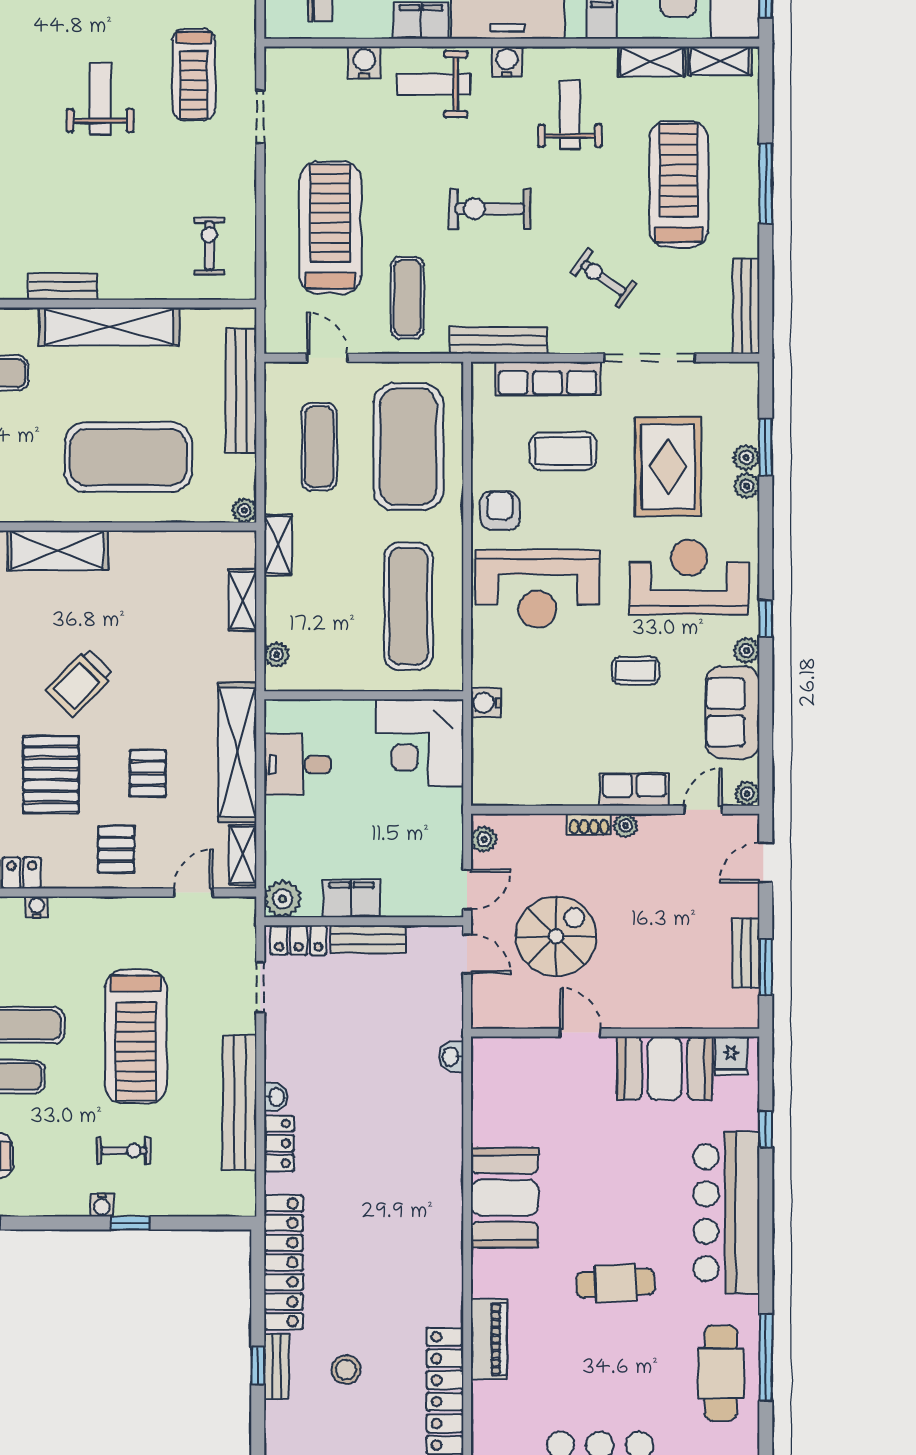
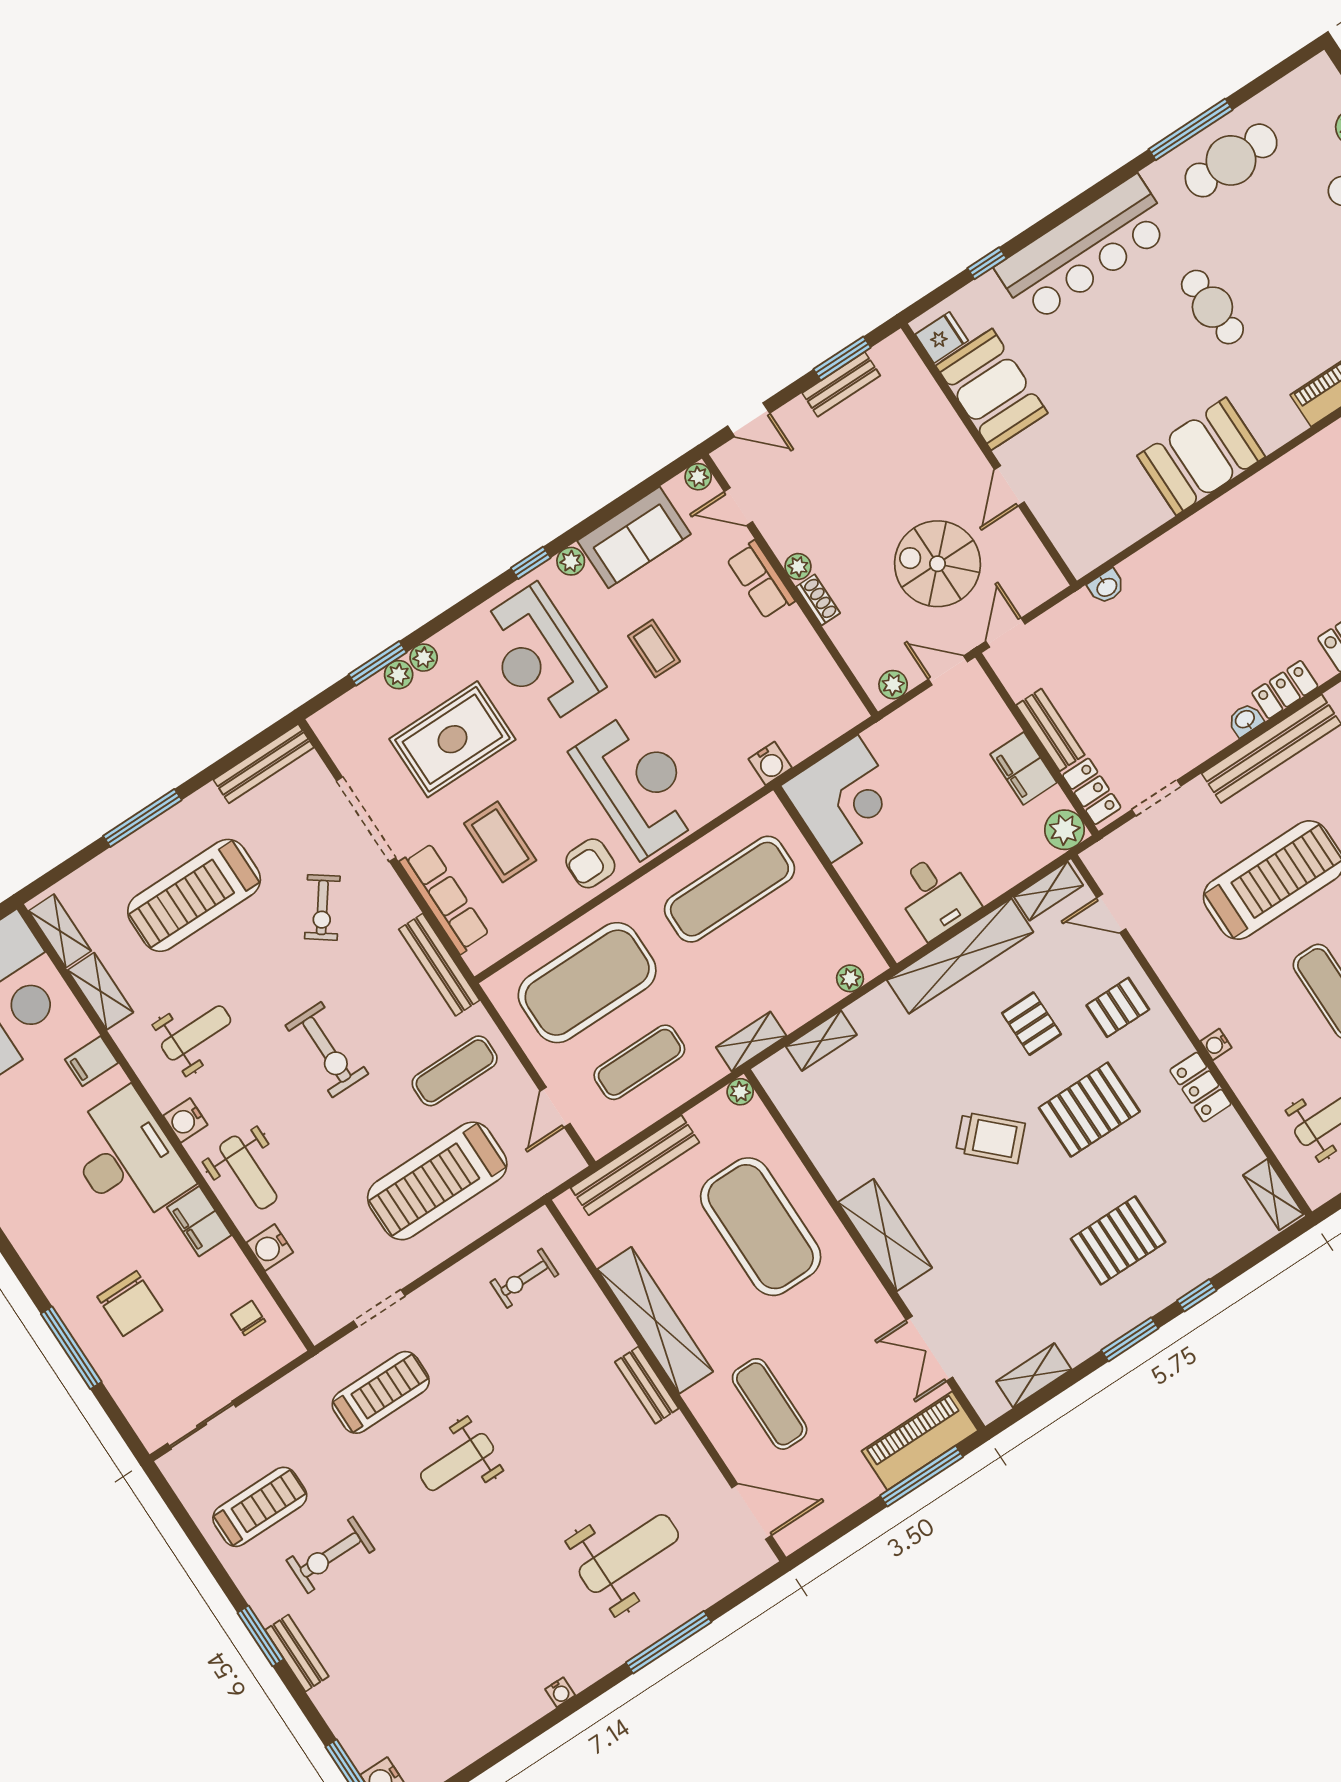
weight bench: (570, 115) -> (196, 1033), turned 180
pallet: (148, 773) -> (1032, 1024), turned 90

